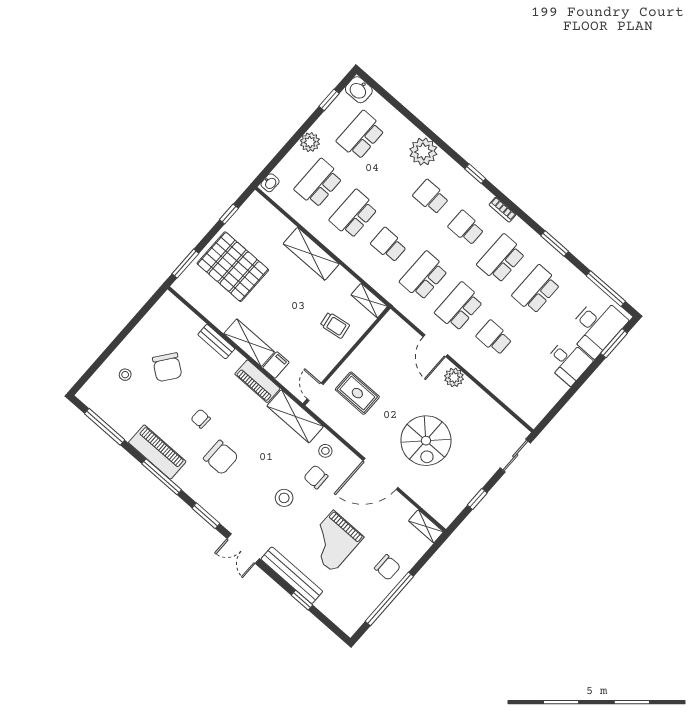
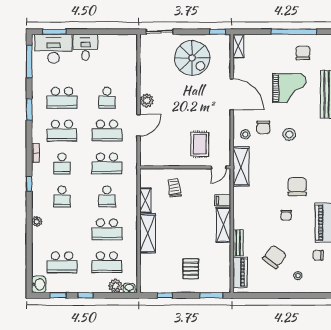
window: (303, 129) -> (85, 295), added
plant: (310, 142) -> (115, 286), moved
plant: (423, 152) -> (37, 222), width x0.53, depth x0.53
pallet: (233, 267) -> (191, 269), width x0.49, depth x0.50
shelving: (369, 301) -> (145, 200), moved
piano: (257, 381) -> (240, 272), moved
chair: (128, 415) -> (318, 255), added
spiral stairs: (426, 441) -> (192, 58), moved, turned 90
window: (477, 499) -> (218, 32), moved
chair: (387, 567) -> (303, 53), moved

